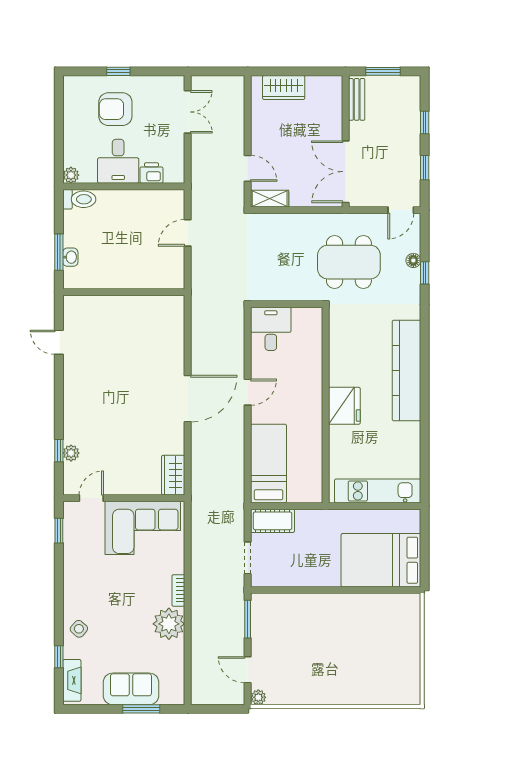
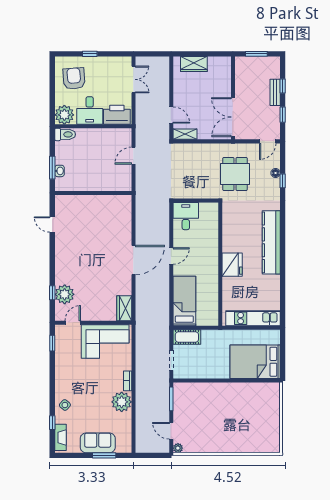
bench: (357, 99) -> (275, 92), moved
armchair: (115, 109) -> (74, 79), moved, turned 86
printer: (152, 173) -> (117, 115), width x1.87, depth x1.48
plant: (71, 175) -> (64, 115), width x1.87, depth x1.87
dining table: (349, 262) -> (235, 174), width x0.73
plant: (71, 453) -> (65, 294), width x1.88, depth x1.88

